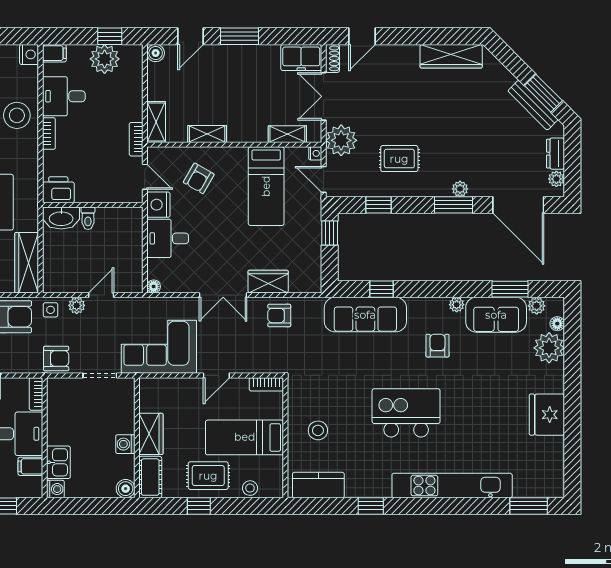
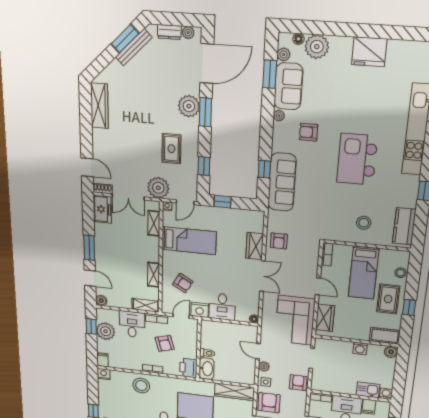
desk: (64, 96) -> (132, 324), moved, turned 180
armchair: (96, 152) -> (165, 343), added
plant: (460, 189) -> (189, 106), width x1.87, depth x1.87
wardrobe: (151, 434) -> (325, 318), moved, turned 90

